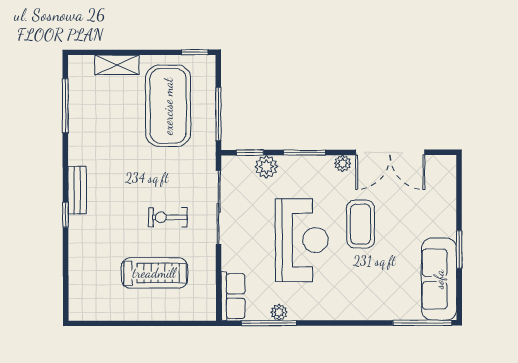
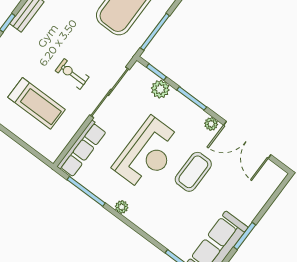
row of seats: (233, 296) -> (82, 149), width x1.48
plant: (279, 312) -> (122, 207), moved

